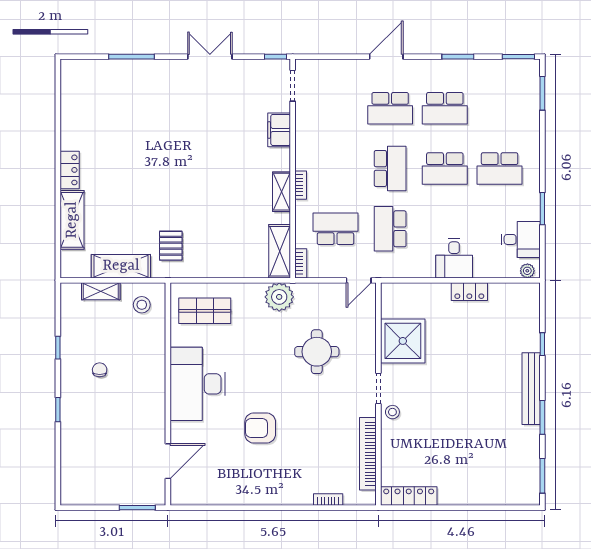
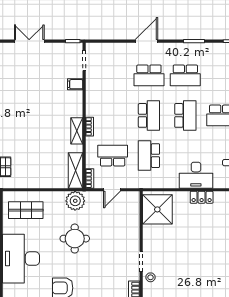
filing cabinet: (279, 130) -> (75, 84), width x0.50
school desk: (445, 168) -> (185, 115), turned -90
desk: (454, 258) -> (196, 175), width x1.37
door: (359, 280) -> (112, 190), moved
shower: (403, 341) -> (157, 209), moved
round table: (317, 352) -> (75, 239), moved

